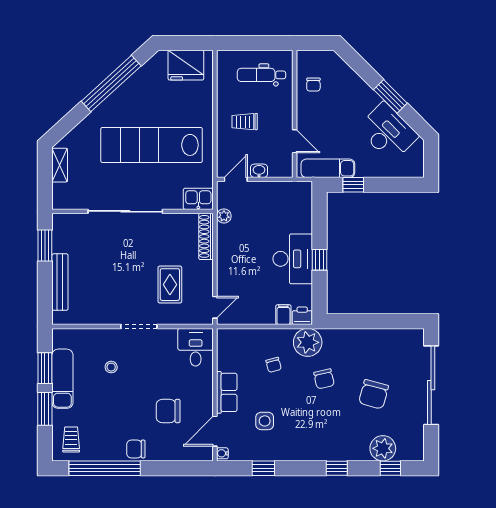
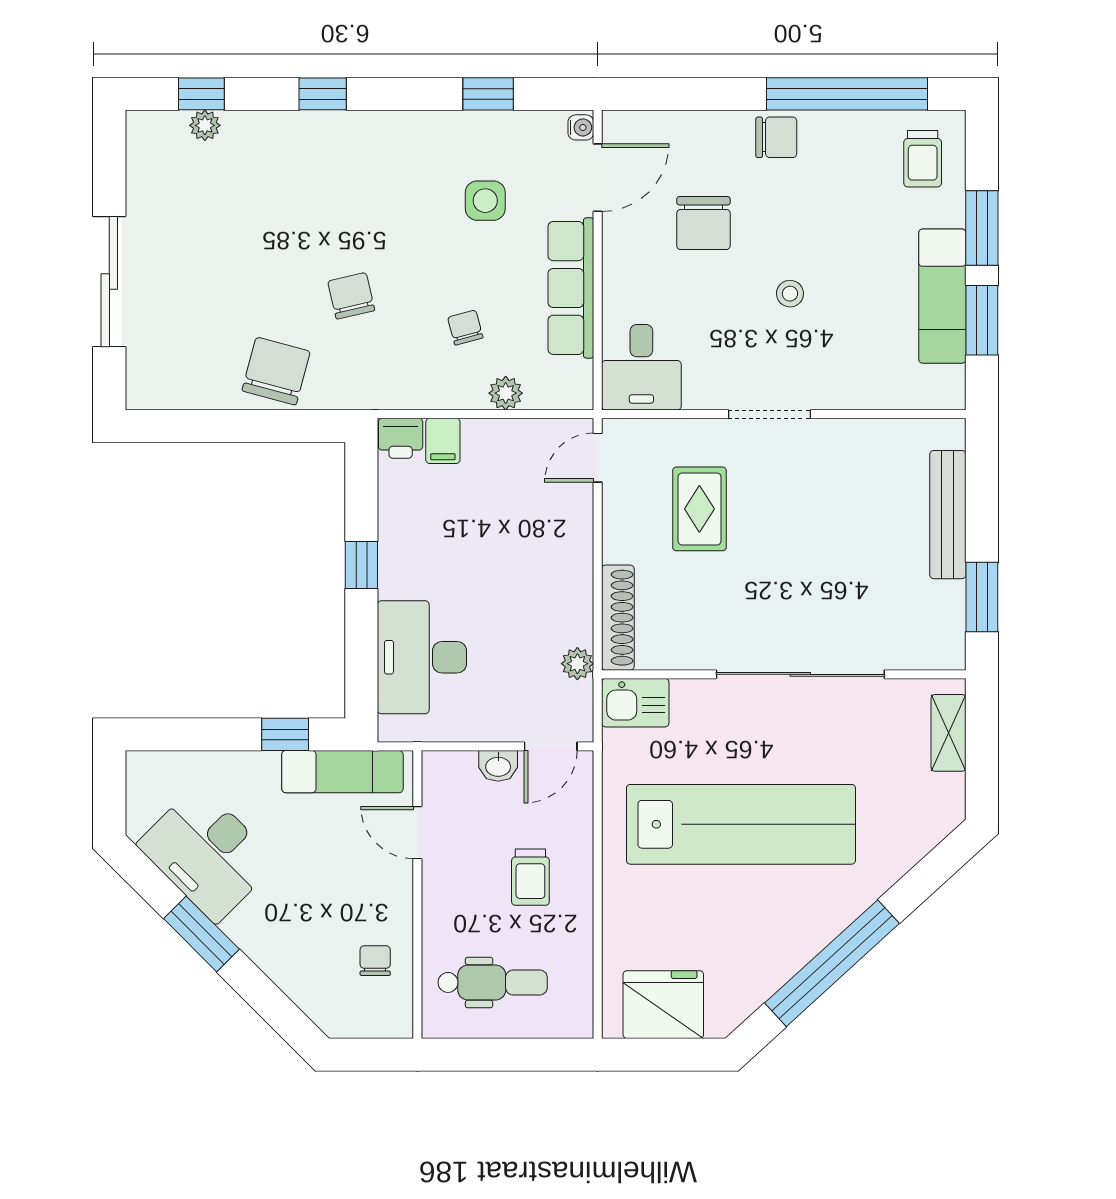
trolley: (245, 122) -> (530, 877), turned 90
shelving: (60, 165) -> (949, 733), moved
desk: (293, 259) -> (422, 657), moved
plant: (308, 342) -> (506, 393), moved, width x0.53, depth x0.53
stool: (111, 367) -> (790, 294), moved
sliding door: (431, 385) -> (109, 282), width x0.73
row of seats: (227, 392) -> (571, 288), width x1.48
chair: (374, 394) -> (276, 371), moved
chair: (168, 411) -> (703, 223), turned 90
plant: (383, 448) -> (205, 125), width x0.53, depth x0.53

